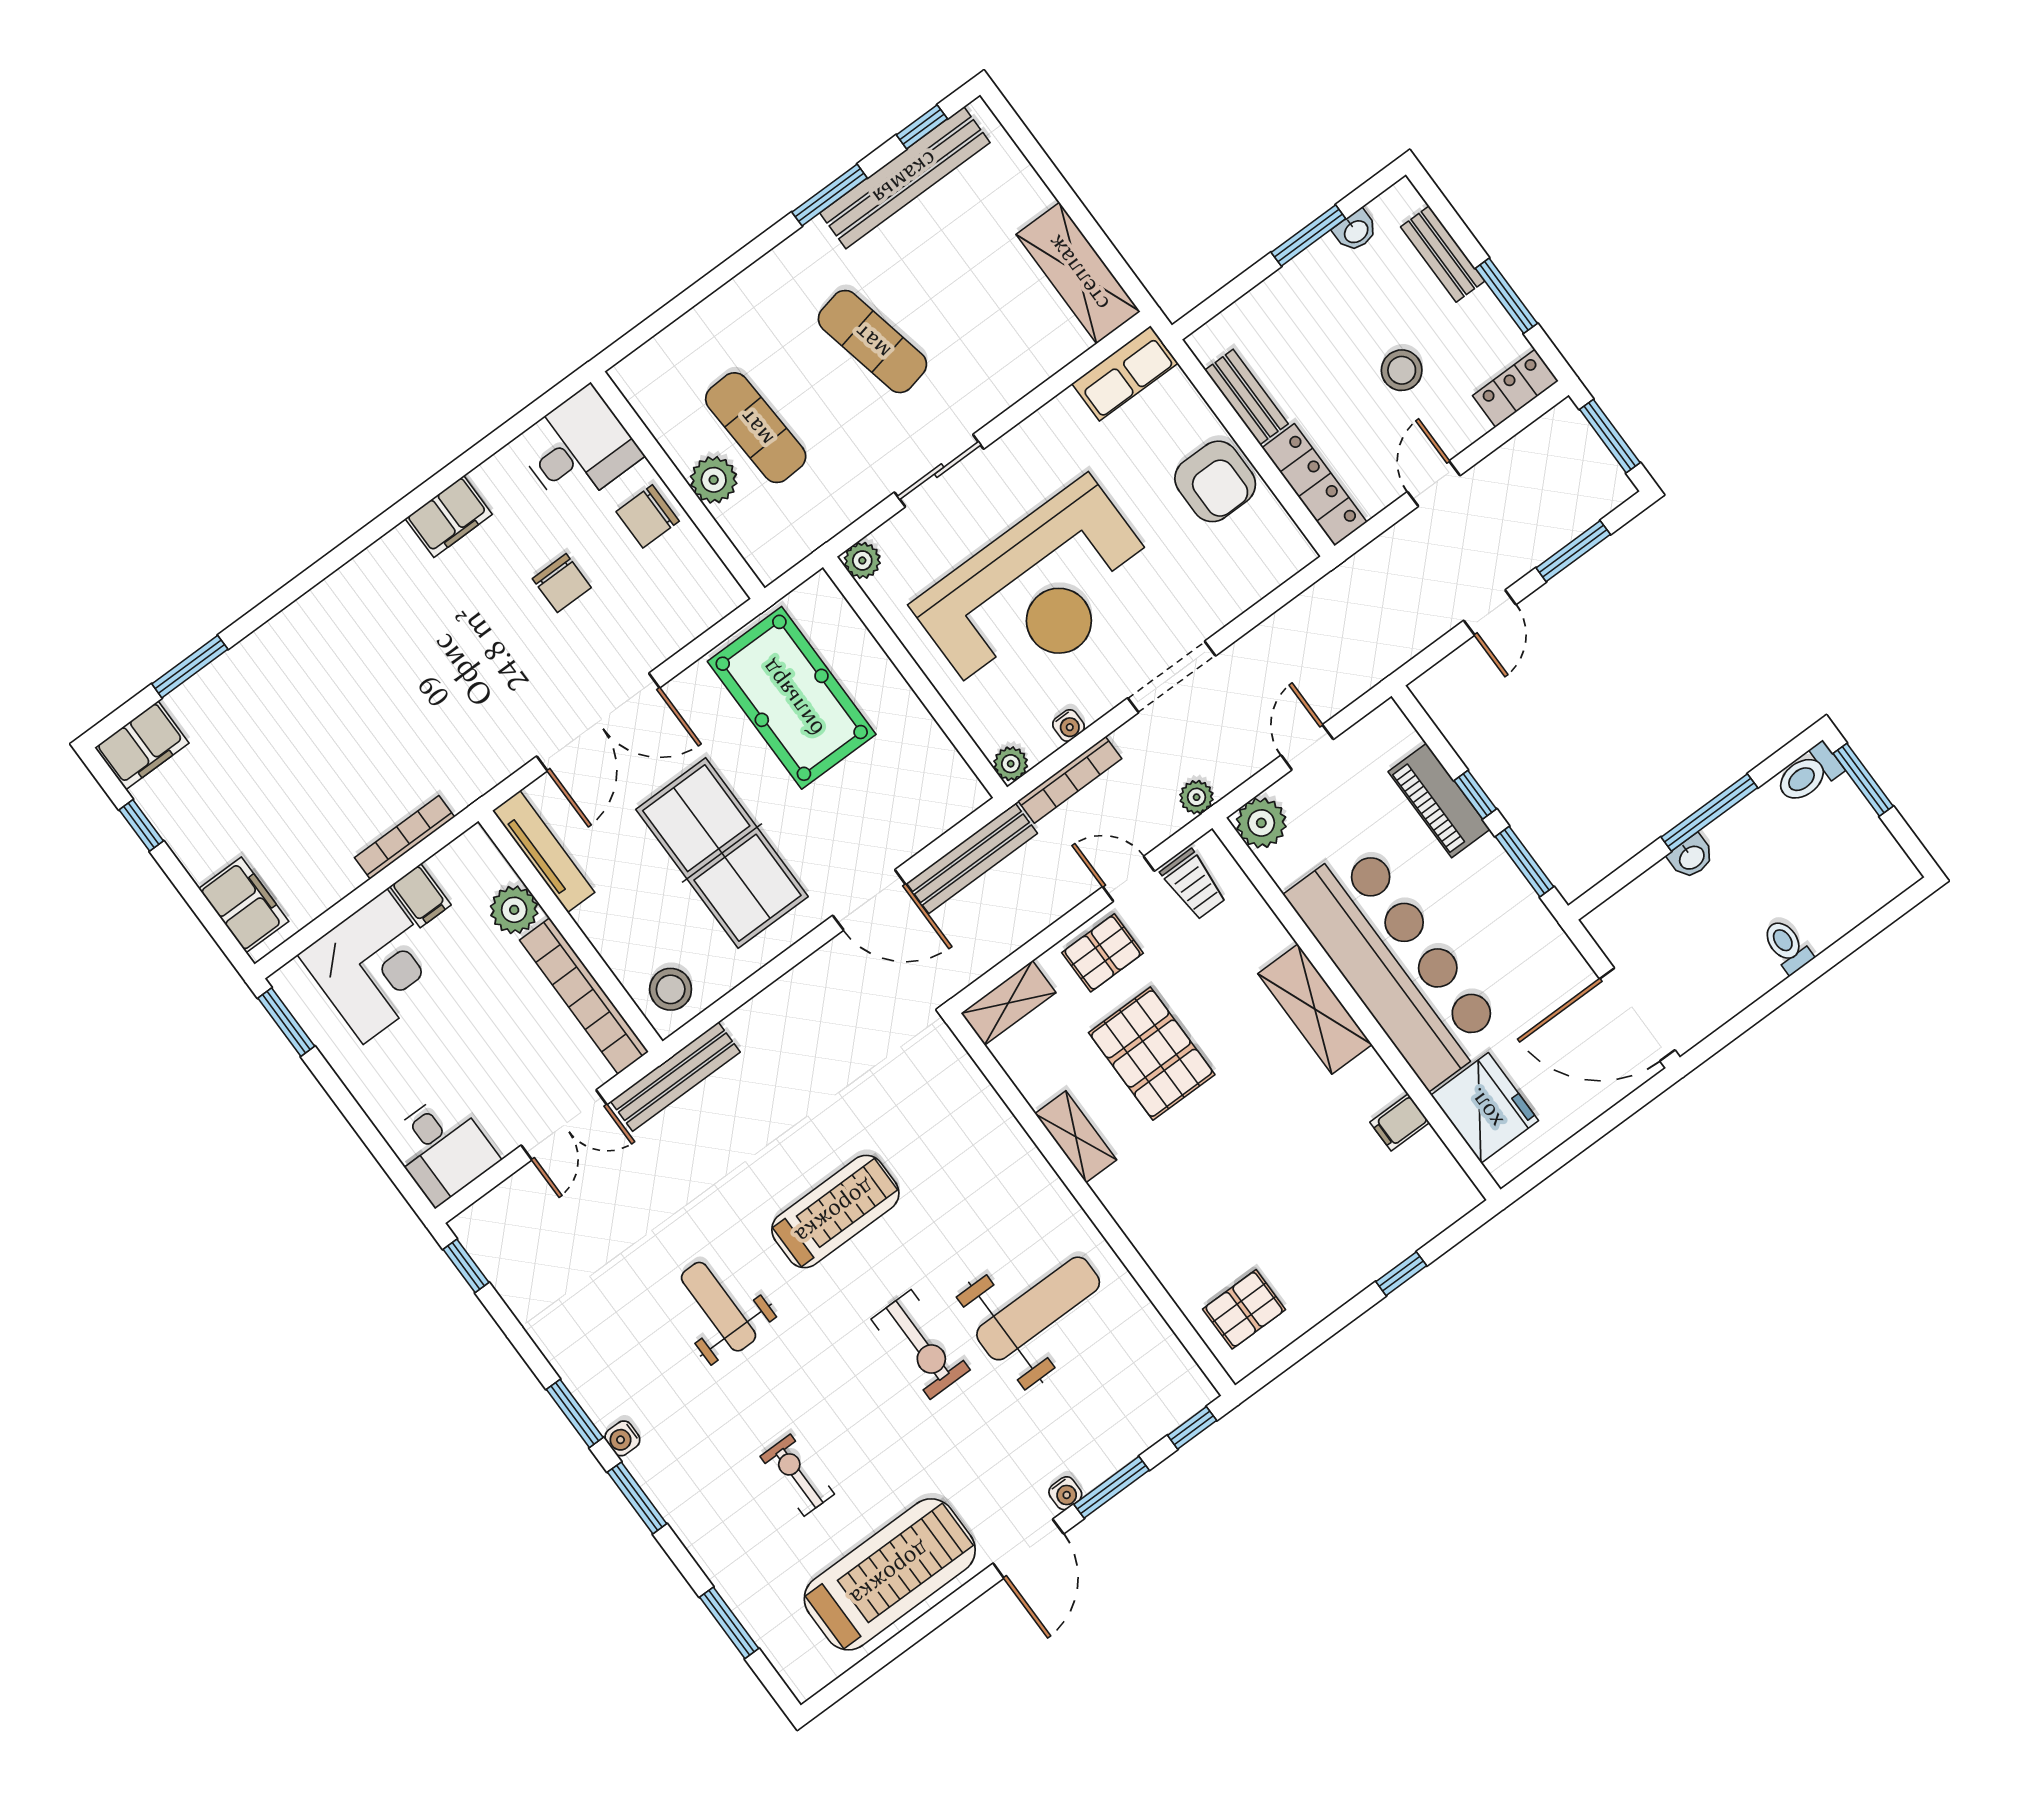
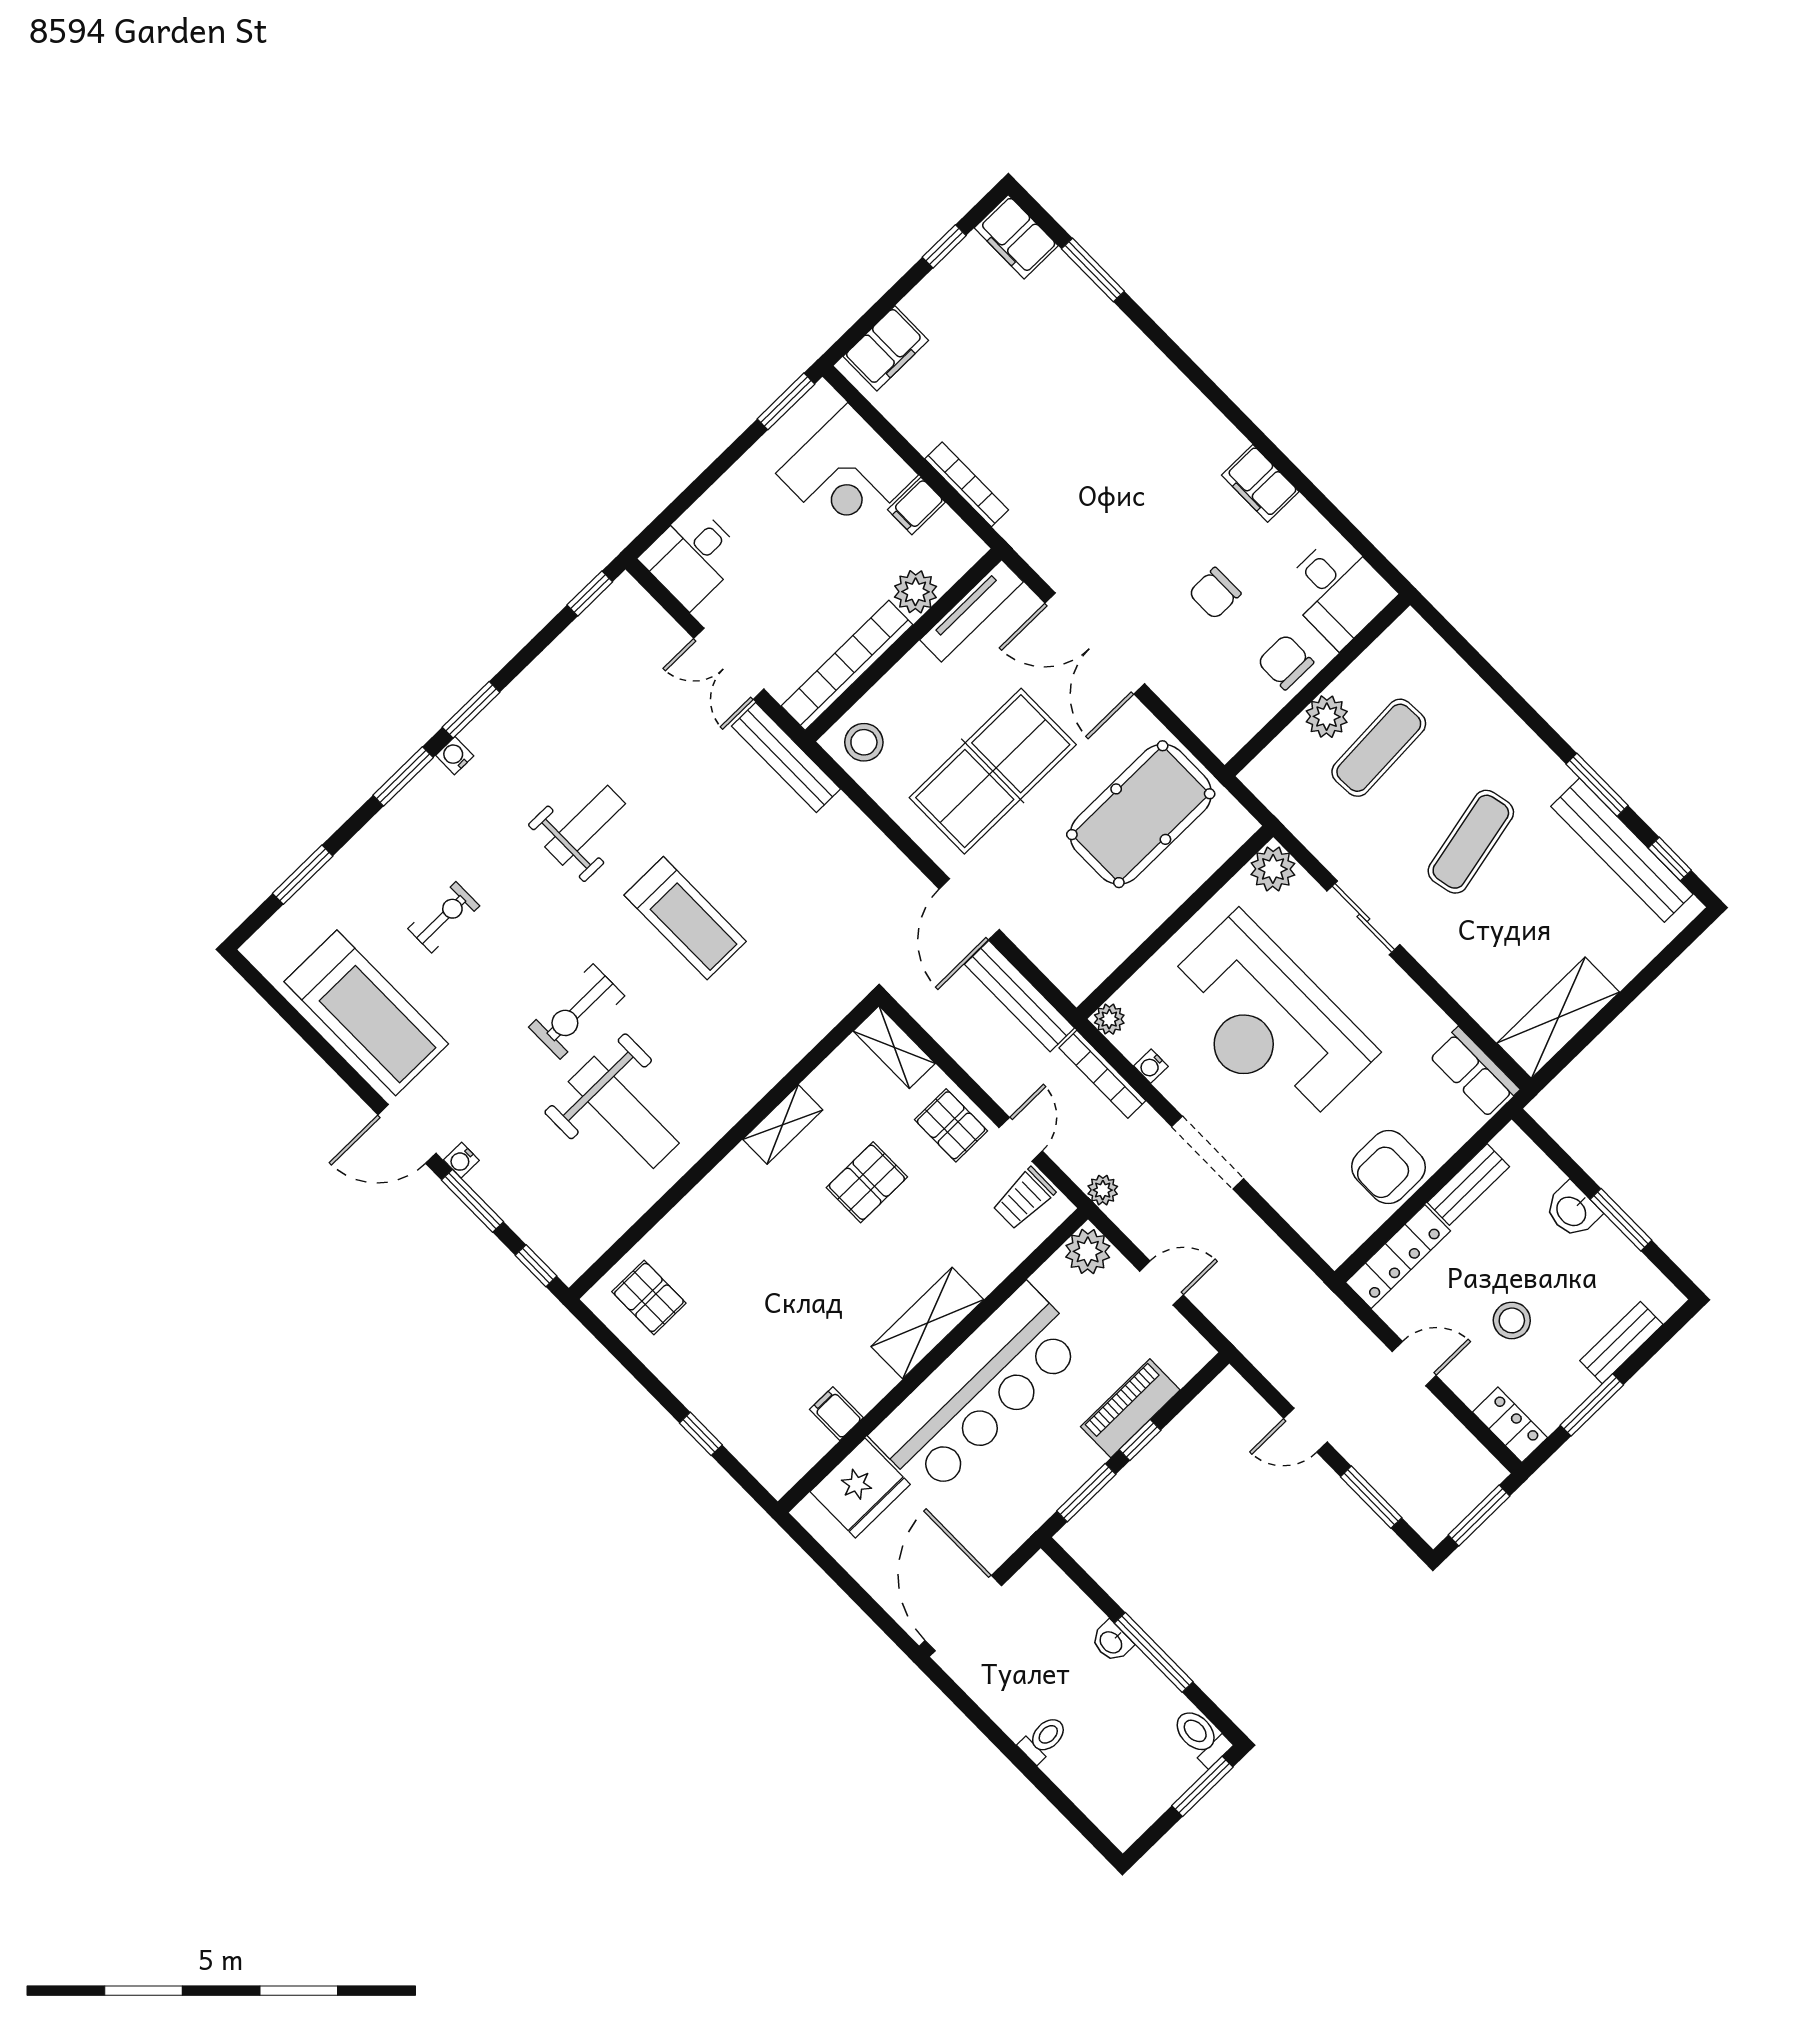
washbasin: (1356, 231) -> (1572, 1210), moved, width x1.38, depth x1.45
plant: (862, 560) -> (1273, 869), width x1.38, depth x1.38
pallet: (1152, 1054) -> (867, 1182), width x0.67, depth x0.71

